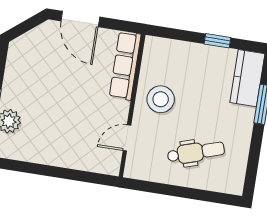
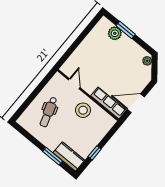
door: (80, 19) -> (136, 103), moved
plant: (22, 44) -> (147, 61), added

